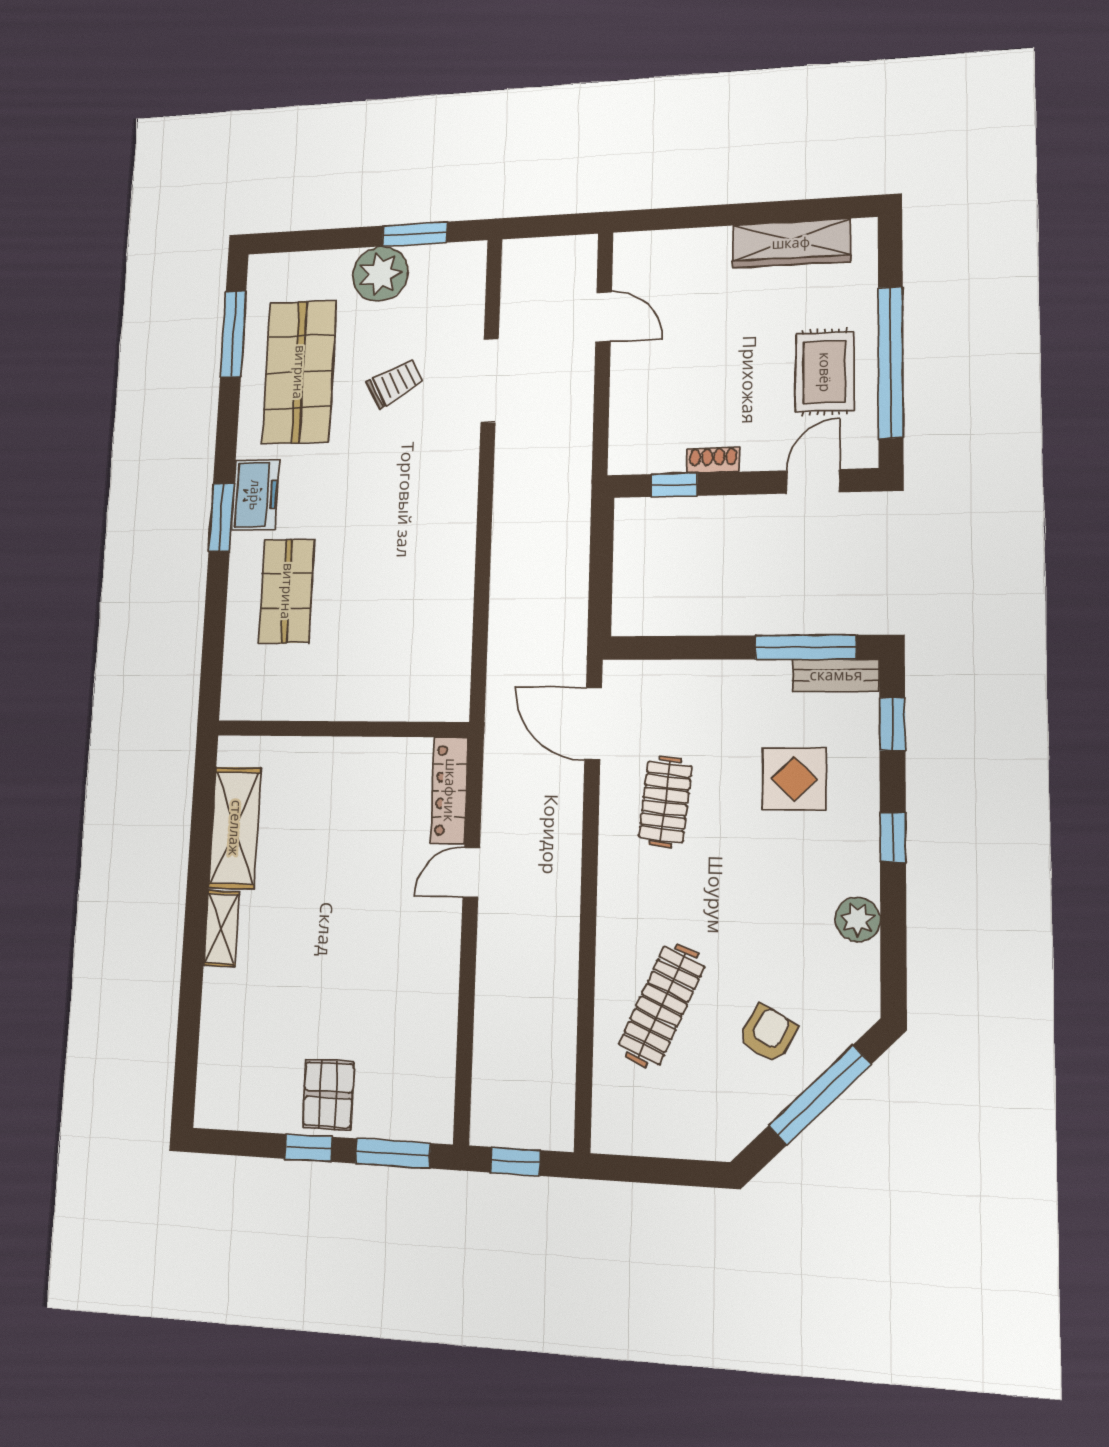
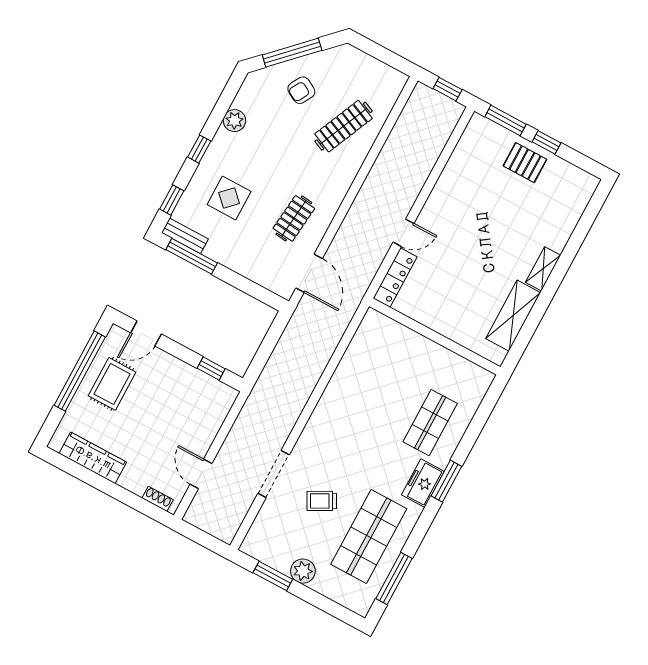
plant: (380, 274) -> (303, 571), width x0.73, depth x0.73
shoe rack: (713, 460) -> (158, 499), moved, turned 180
pallet: (328, 1095) -> (525, 163), turned 90

